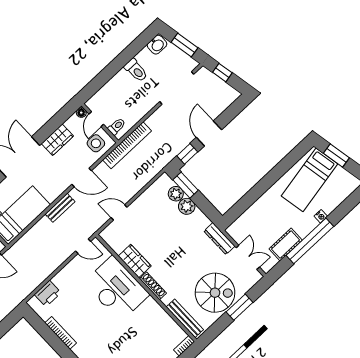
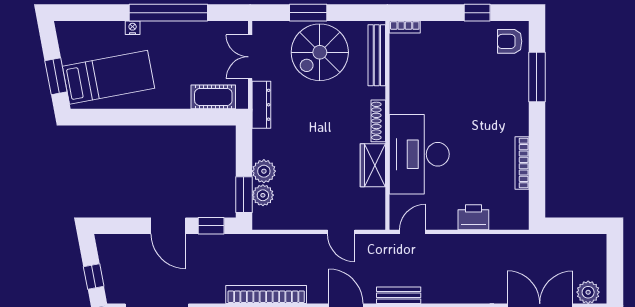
door: (209, 133) -> (168, 226), hinge flipped
cot: (286, 245) -> (213, 97), moved
door: (83, 246) -> (412, 232), hinge flipped
spiral stairs: (215, 293) -> (320, 52), turned -90
printer: (48, 294) -> (473, 217), moved

